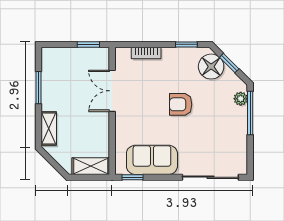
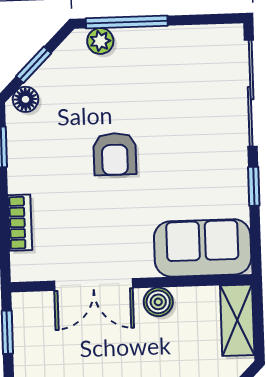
floor lamp: (211, 67) -> (26, 99), width x0.53, depth x0.53
boiler: (102, 125) -> (158, 302), added
sofa: (152, 160) -> (203, 248), moved, turned 90
window: (133, 177) -> (254, 186), moved

